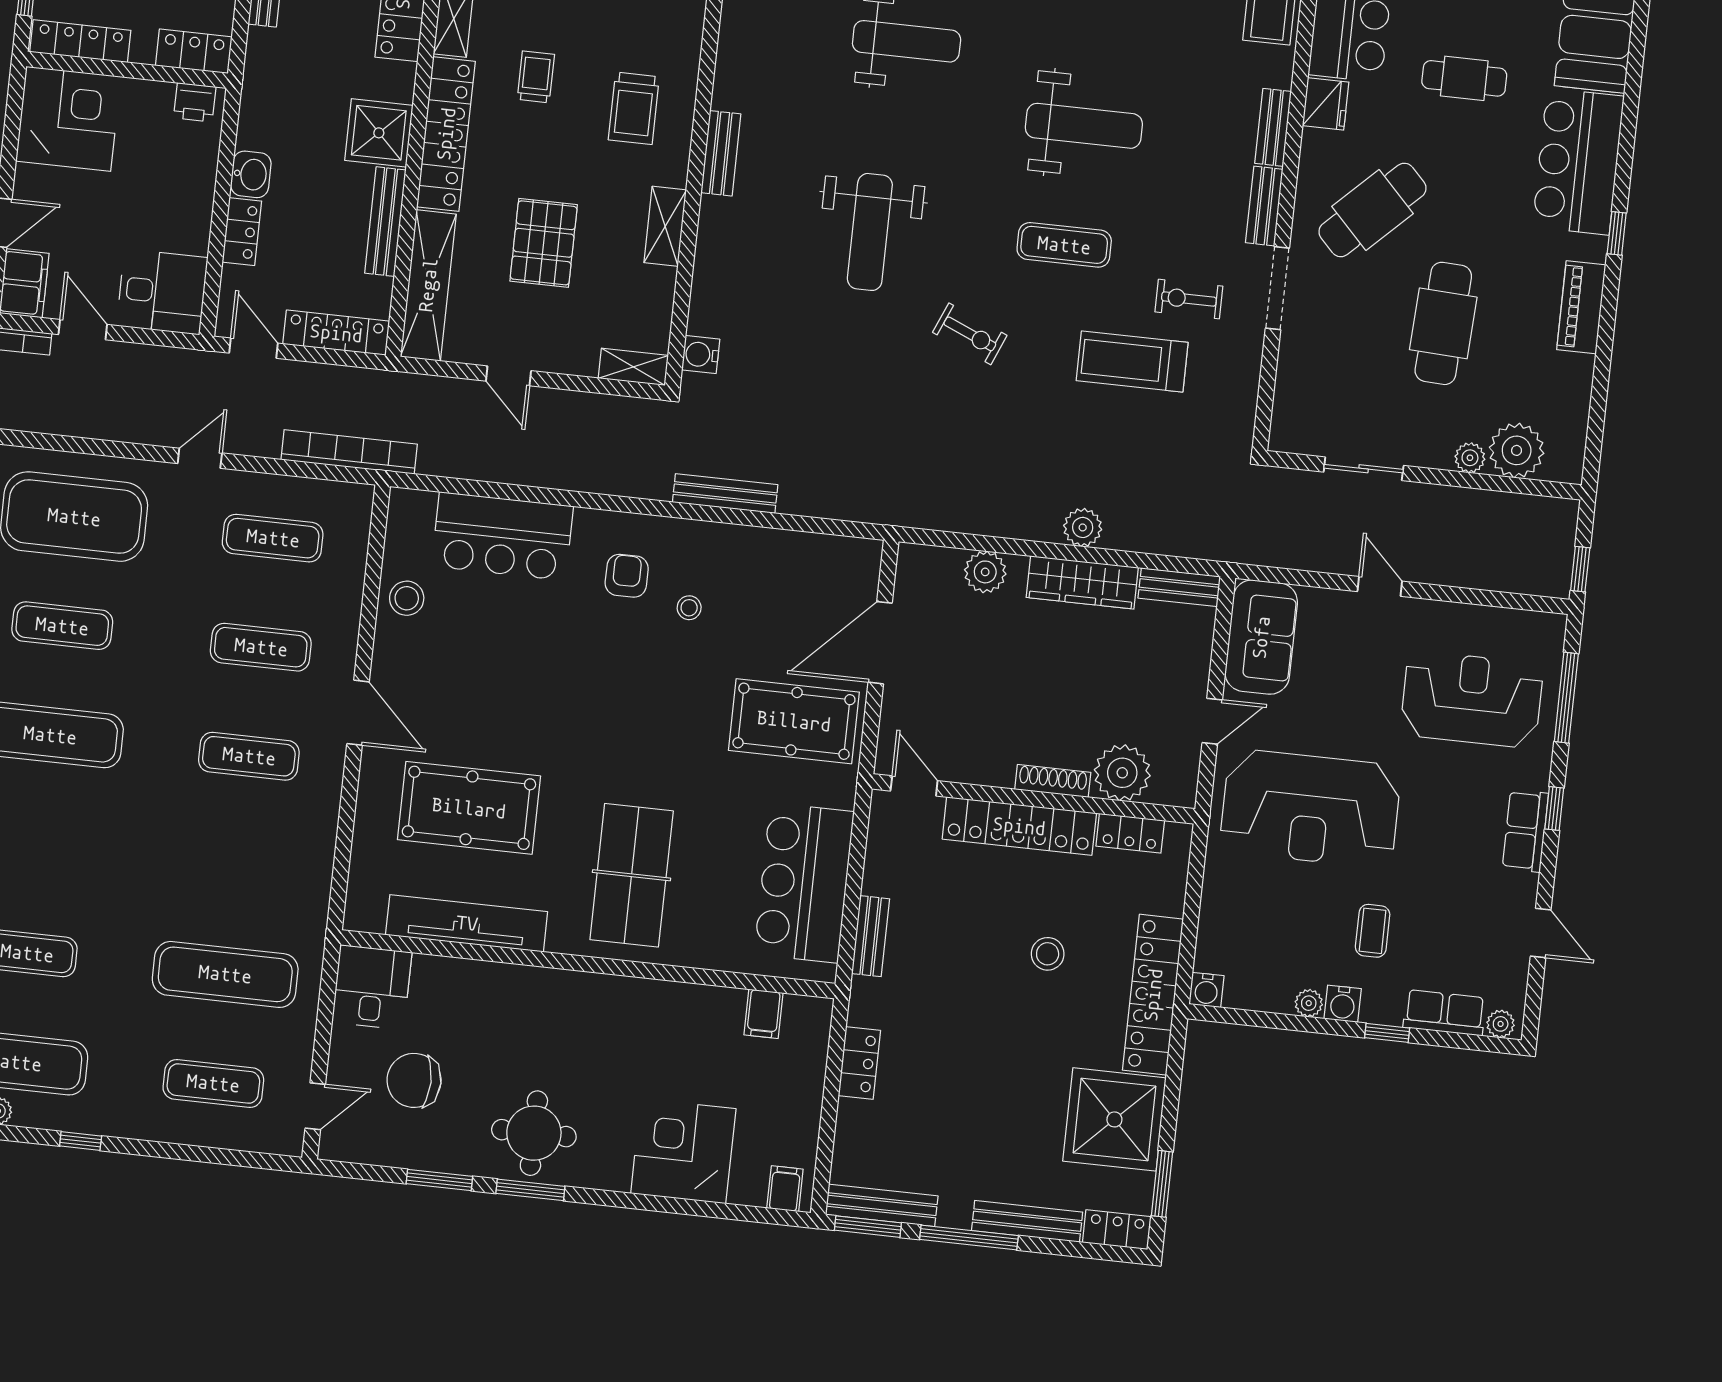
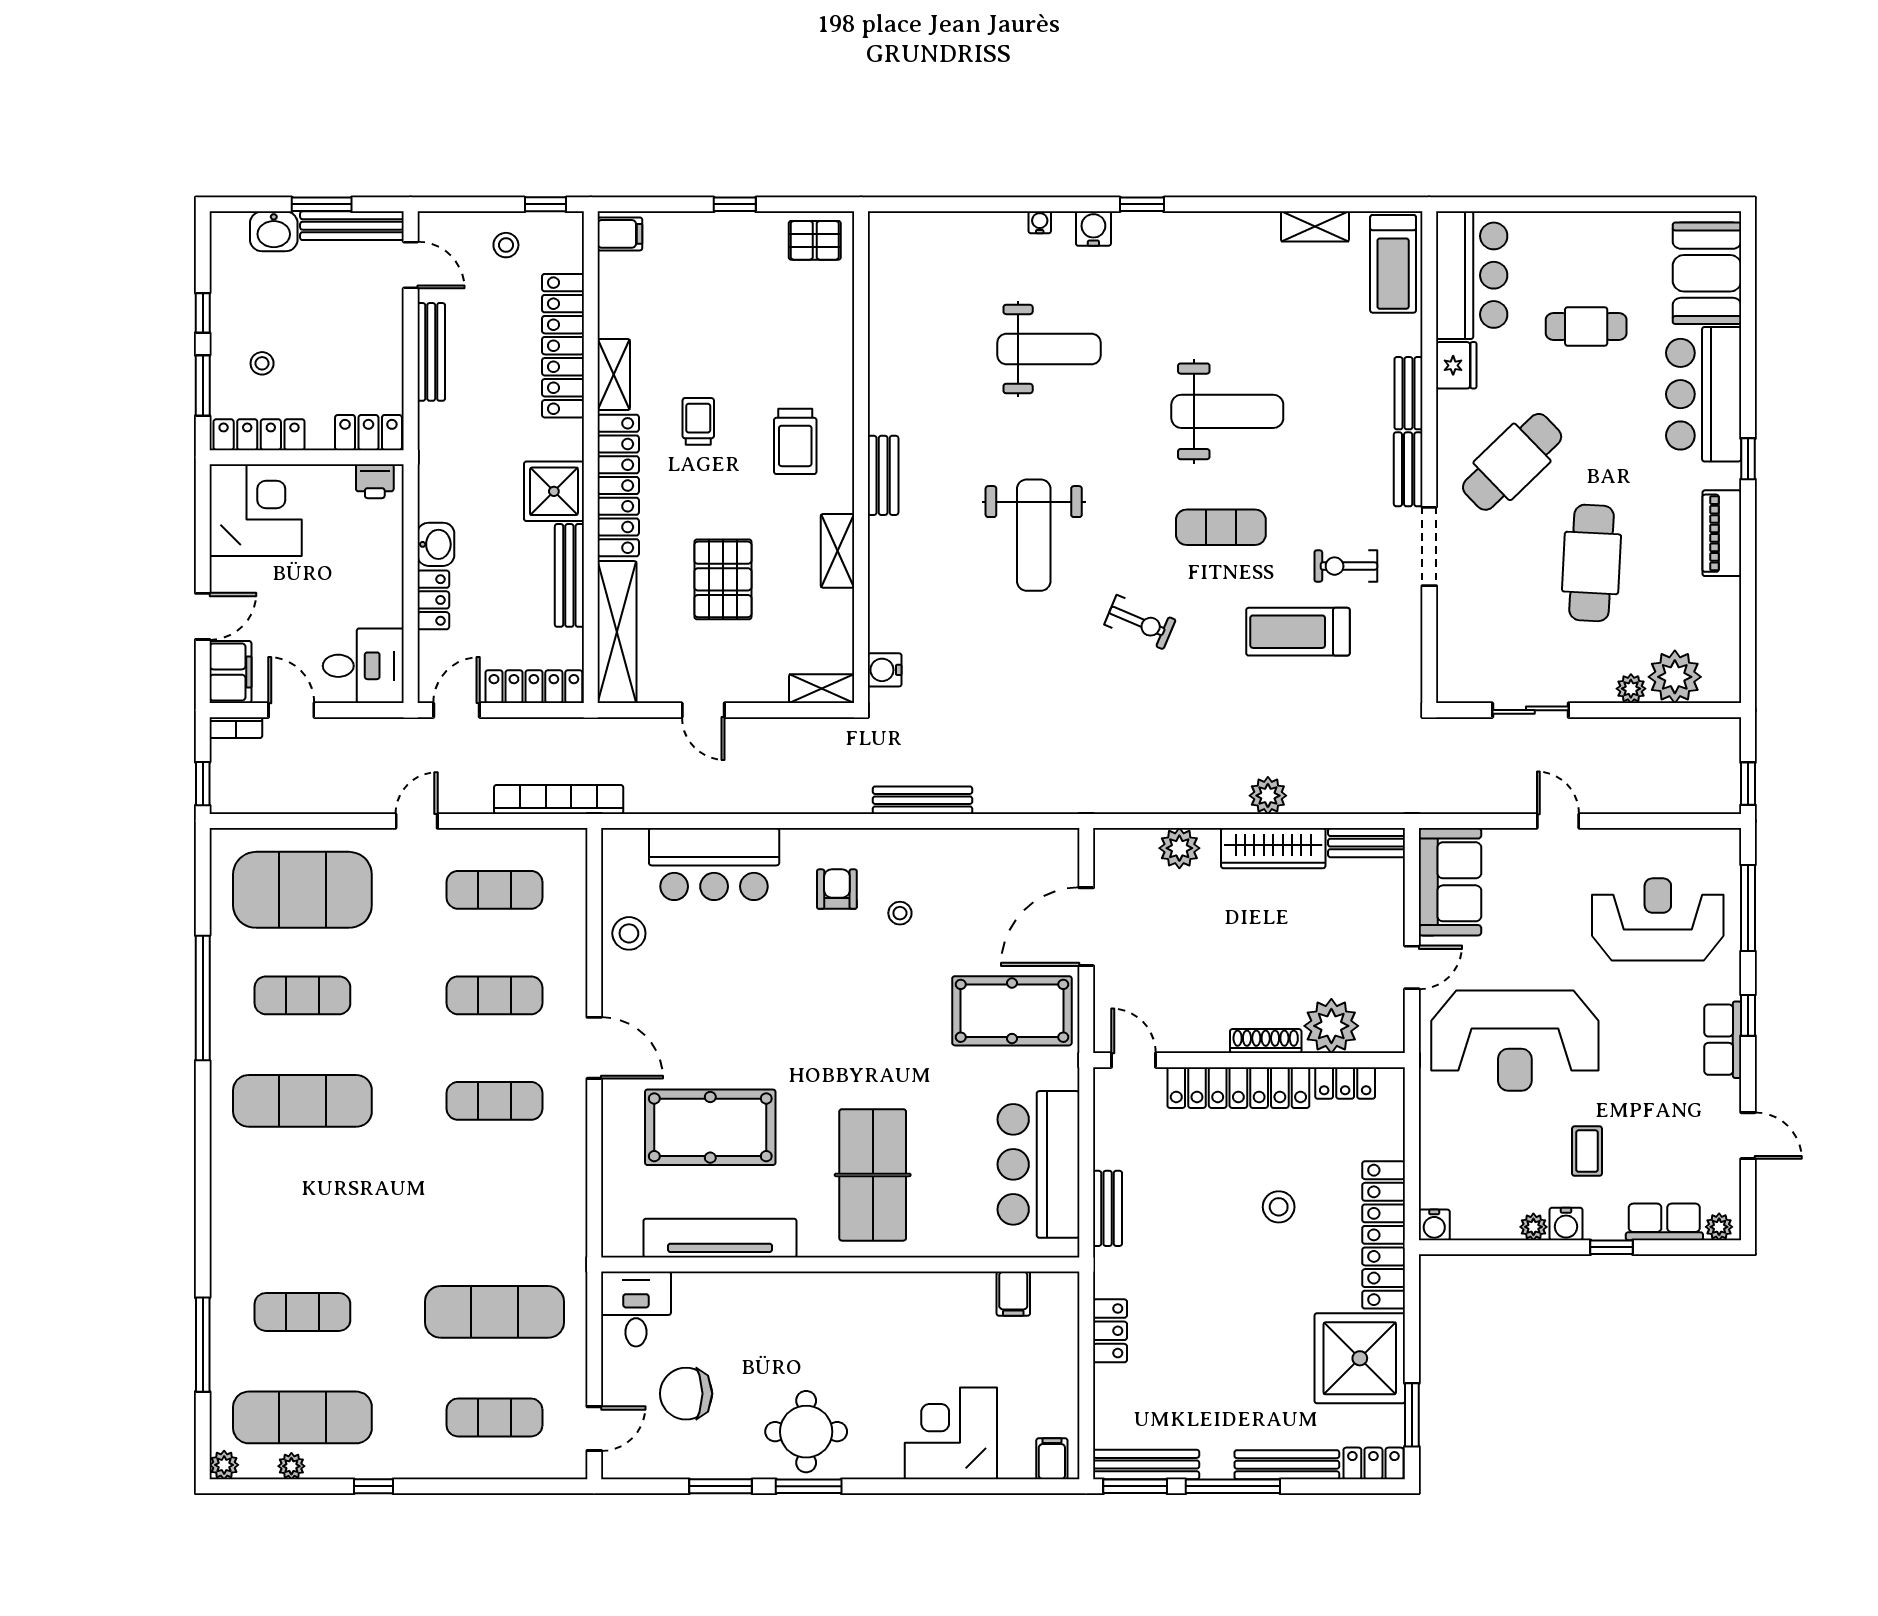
door: (254, 348) -> (456, 710), hinge flipped

